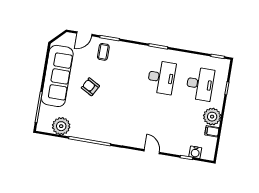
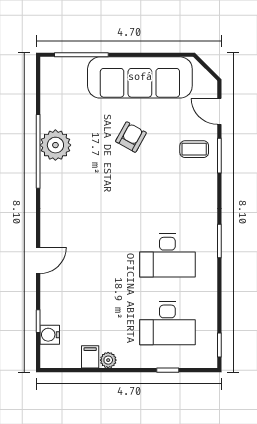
plant: (212, 117) -> (108, 360), width x0.53, depth x0.53
plant: (61, 126) -> (55, 145), moved

